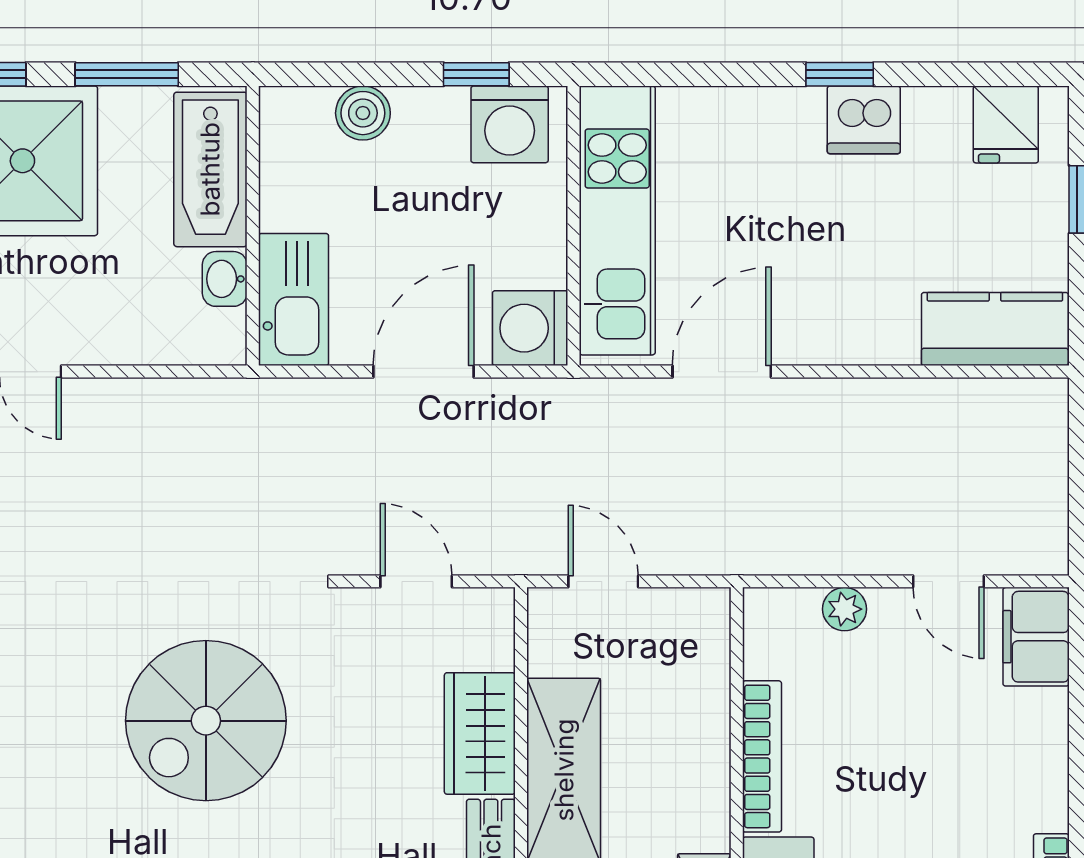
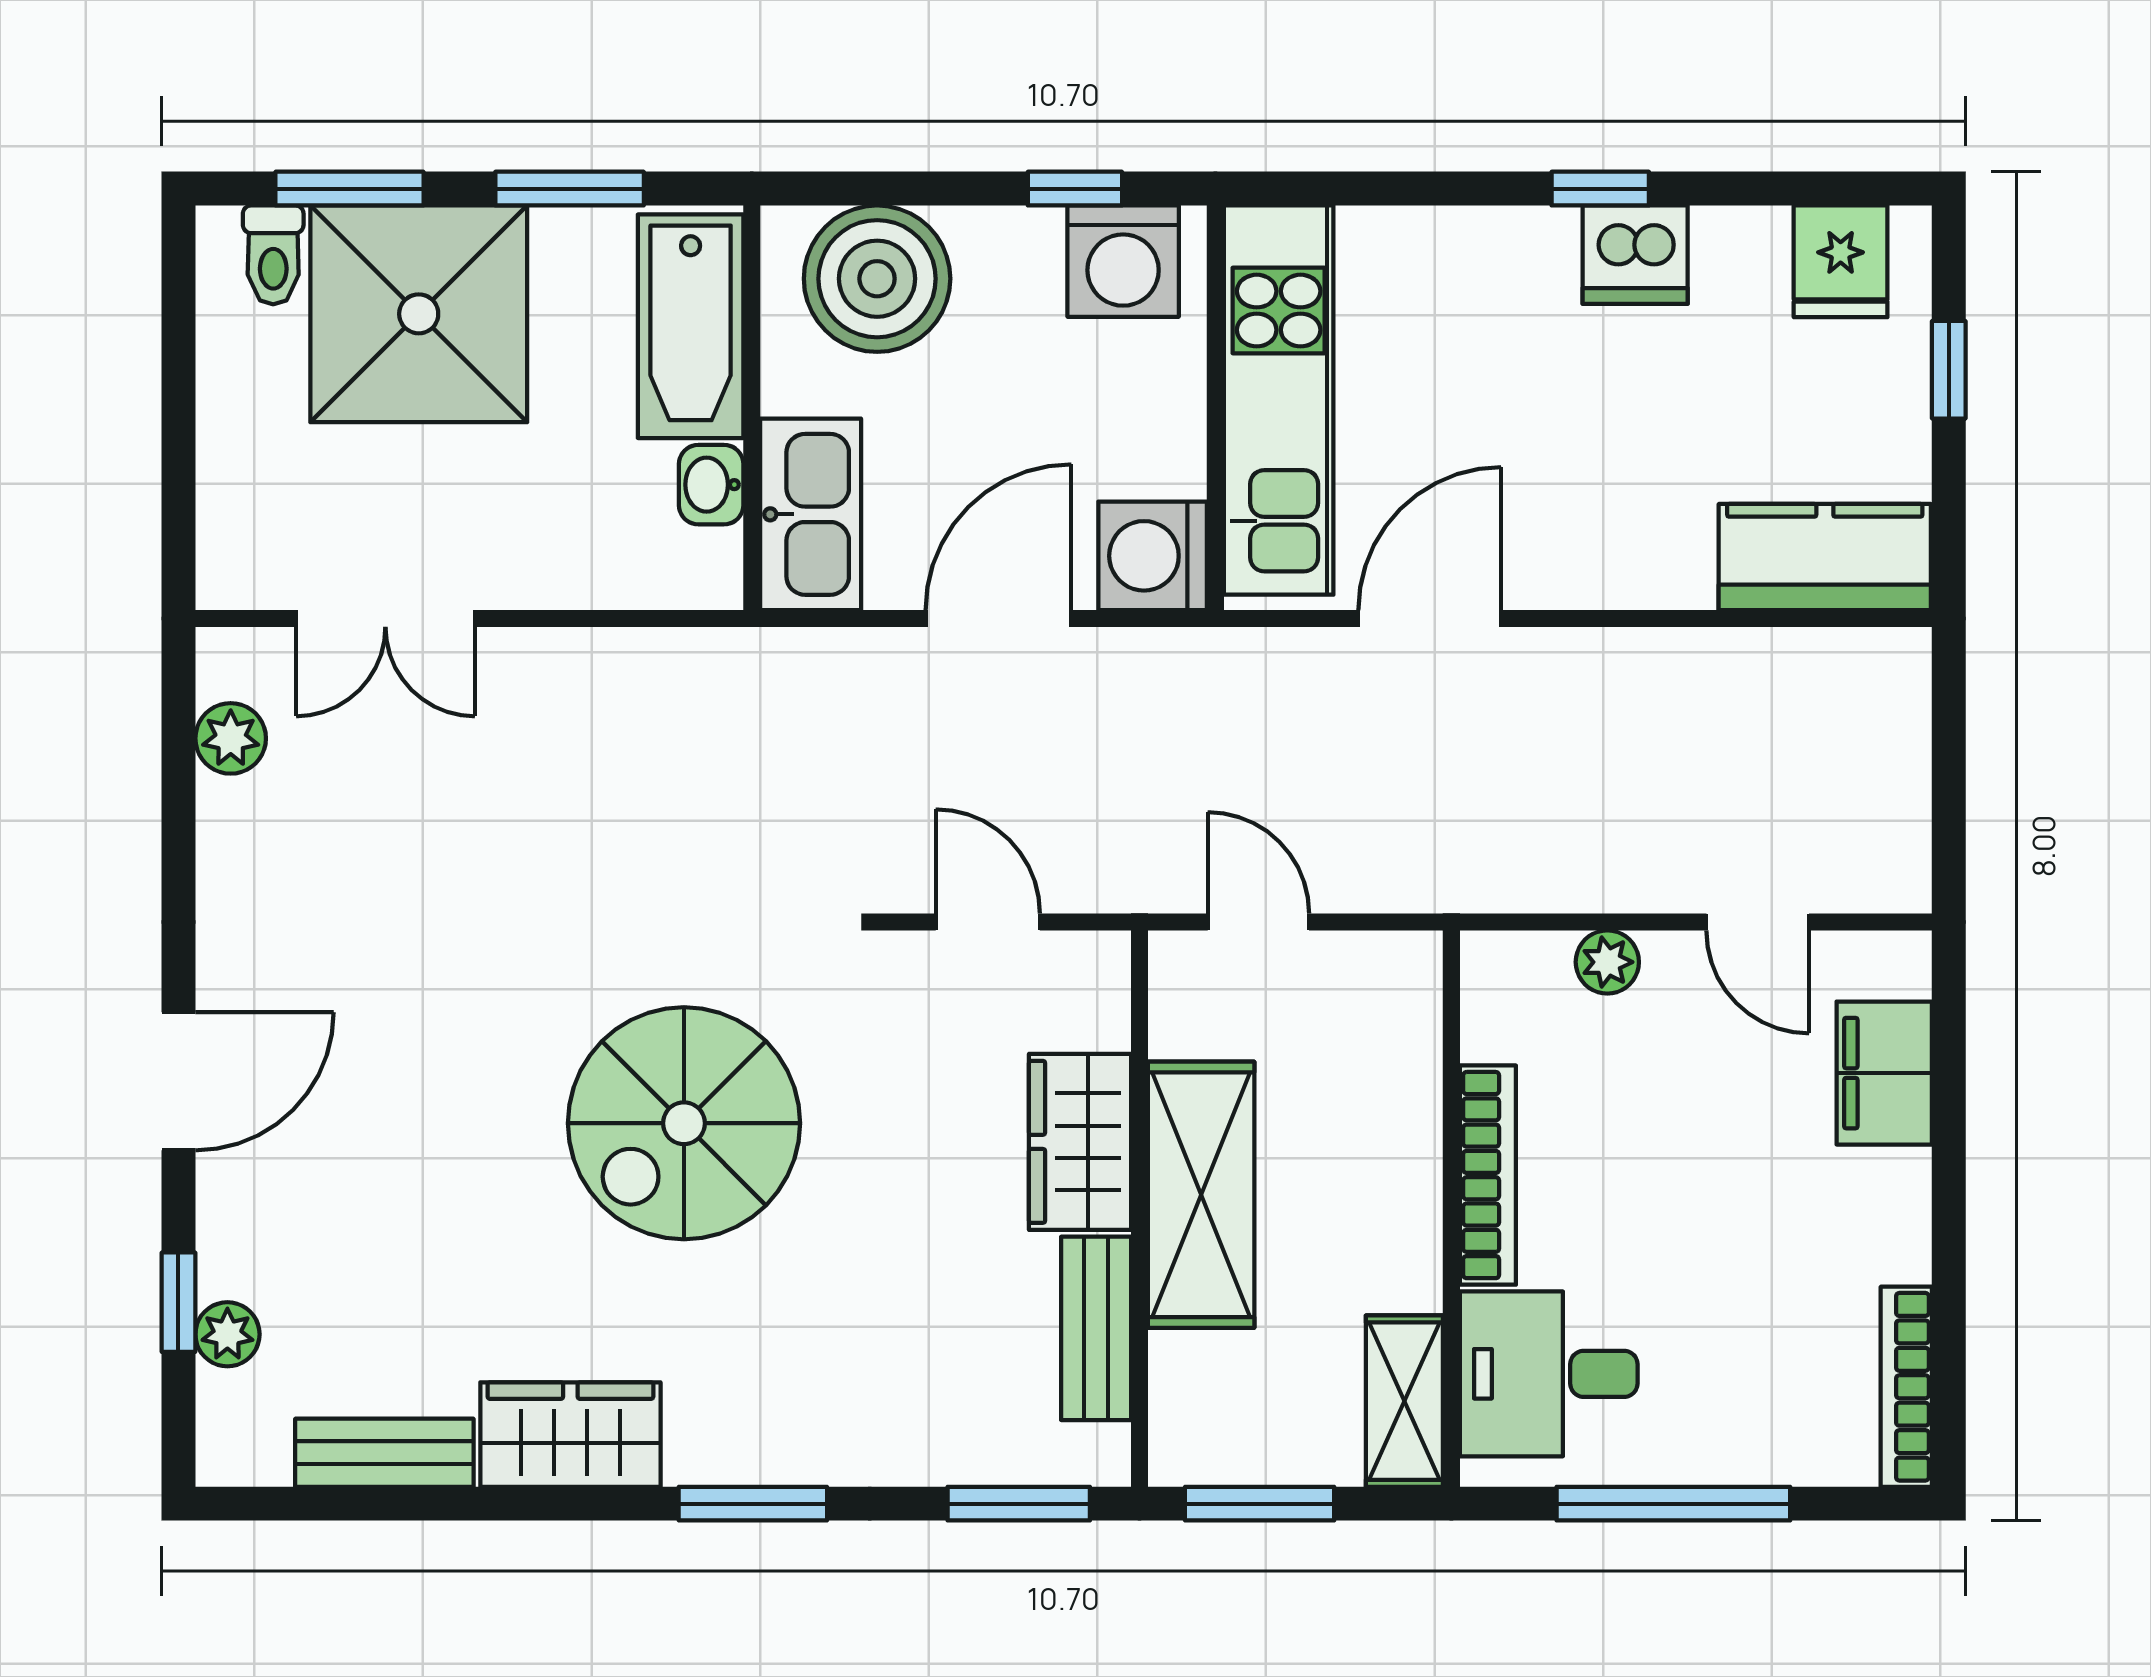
boiler: (363, 113) -> (877, 279), width x1.86, depth x1.86
filing cabinet: (1036, 637) -> (1884, 1073), moved

